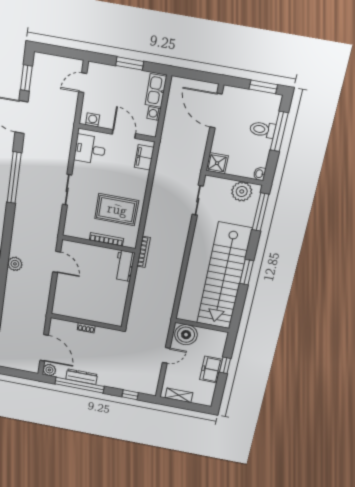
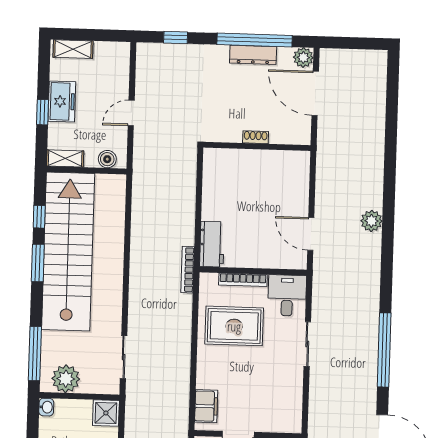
desk: (90, 149) -> (287, 295), moved, turned -90
window: (240, 301) -> (39, 217), added
boiler: (186, 335) -> (107, 159), width x0.54, depth x0.54
shelving: (215, 335) -> (65, 158), added
shelving: (179, 395) -> (73, 49), moved

